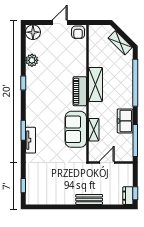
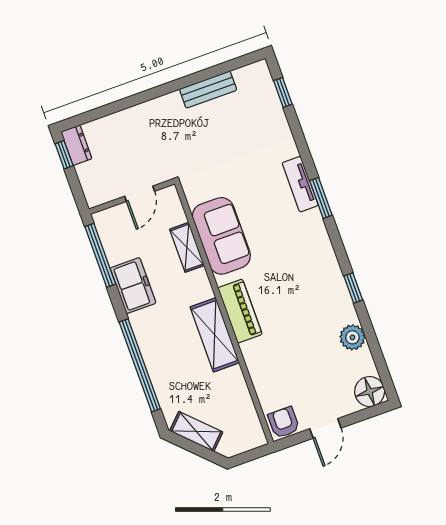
bench: (89, 199) -> (208, 90), moved

